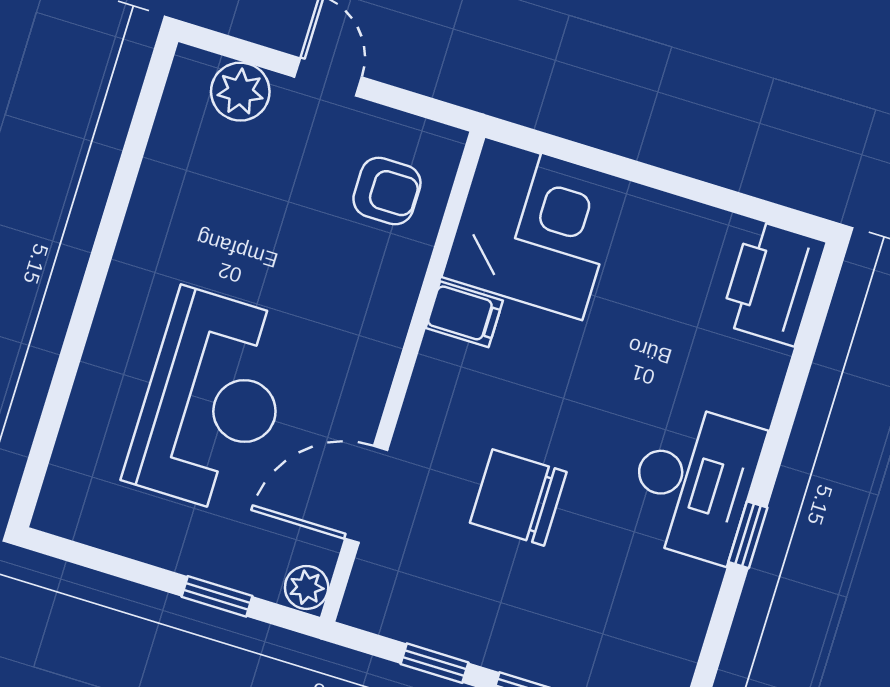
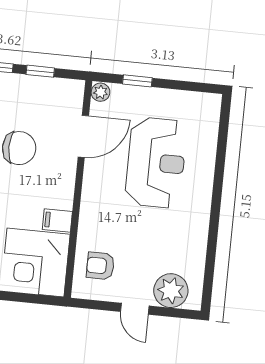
plant: (240, 92) -> (171, 291), width x1.36, depth x1.36
reception desk: (212, 401) -> (156, 163), turned 180

